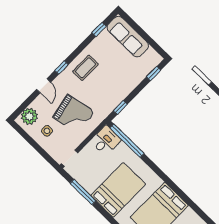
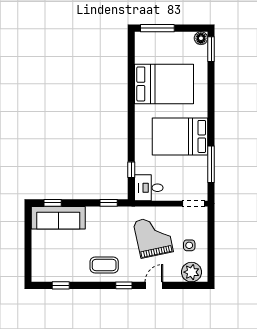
sofa: (128, 37) -> (58, 218), moved, turned 90
window: (127, 141) -> (131, 170), width x0.32

